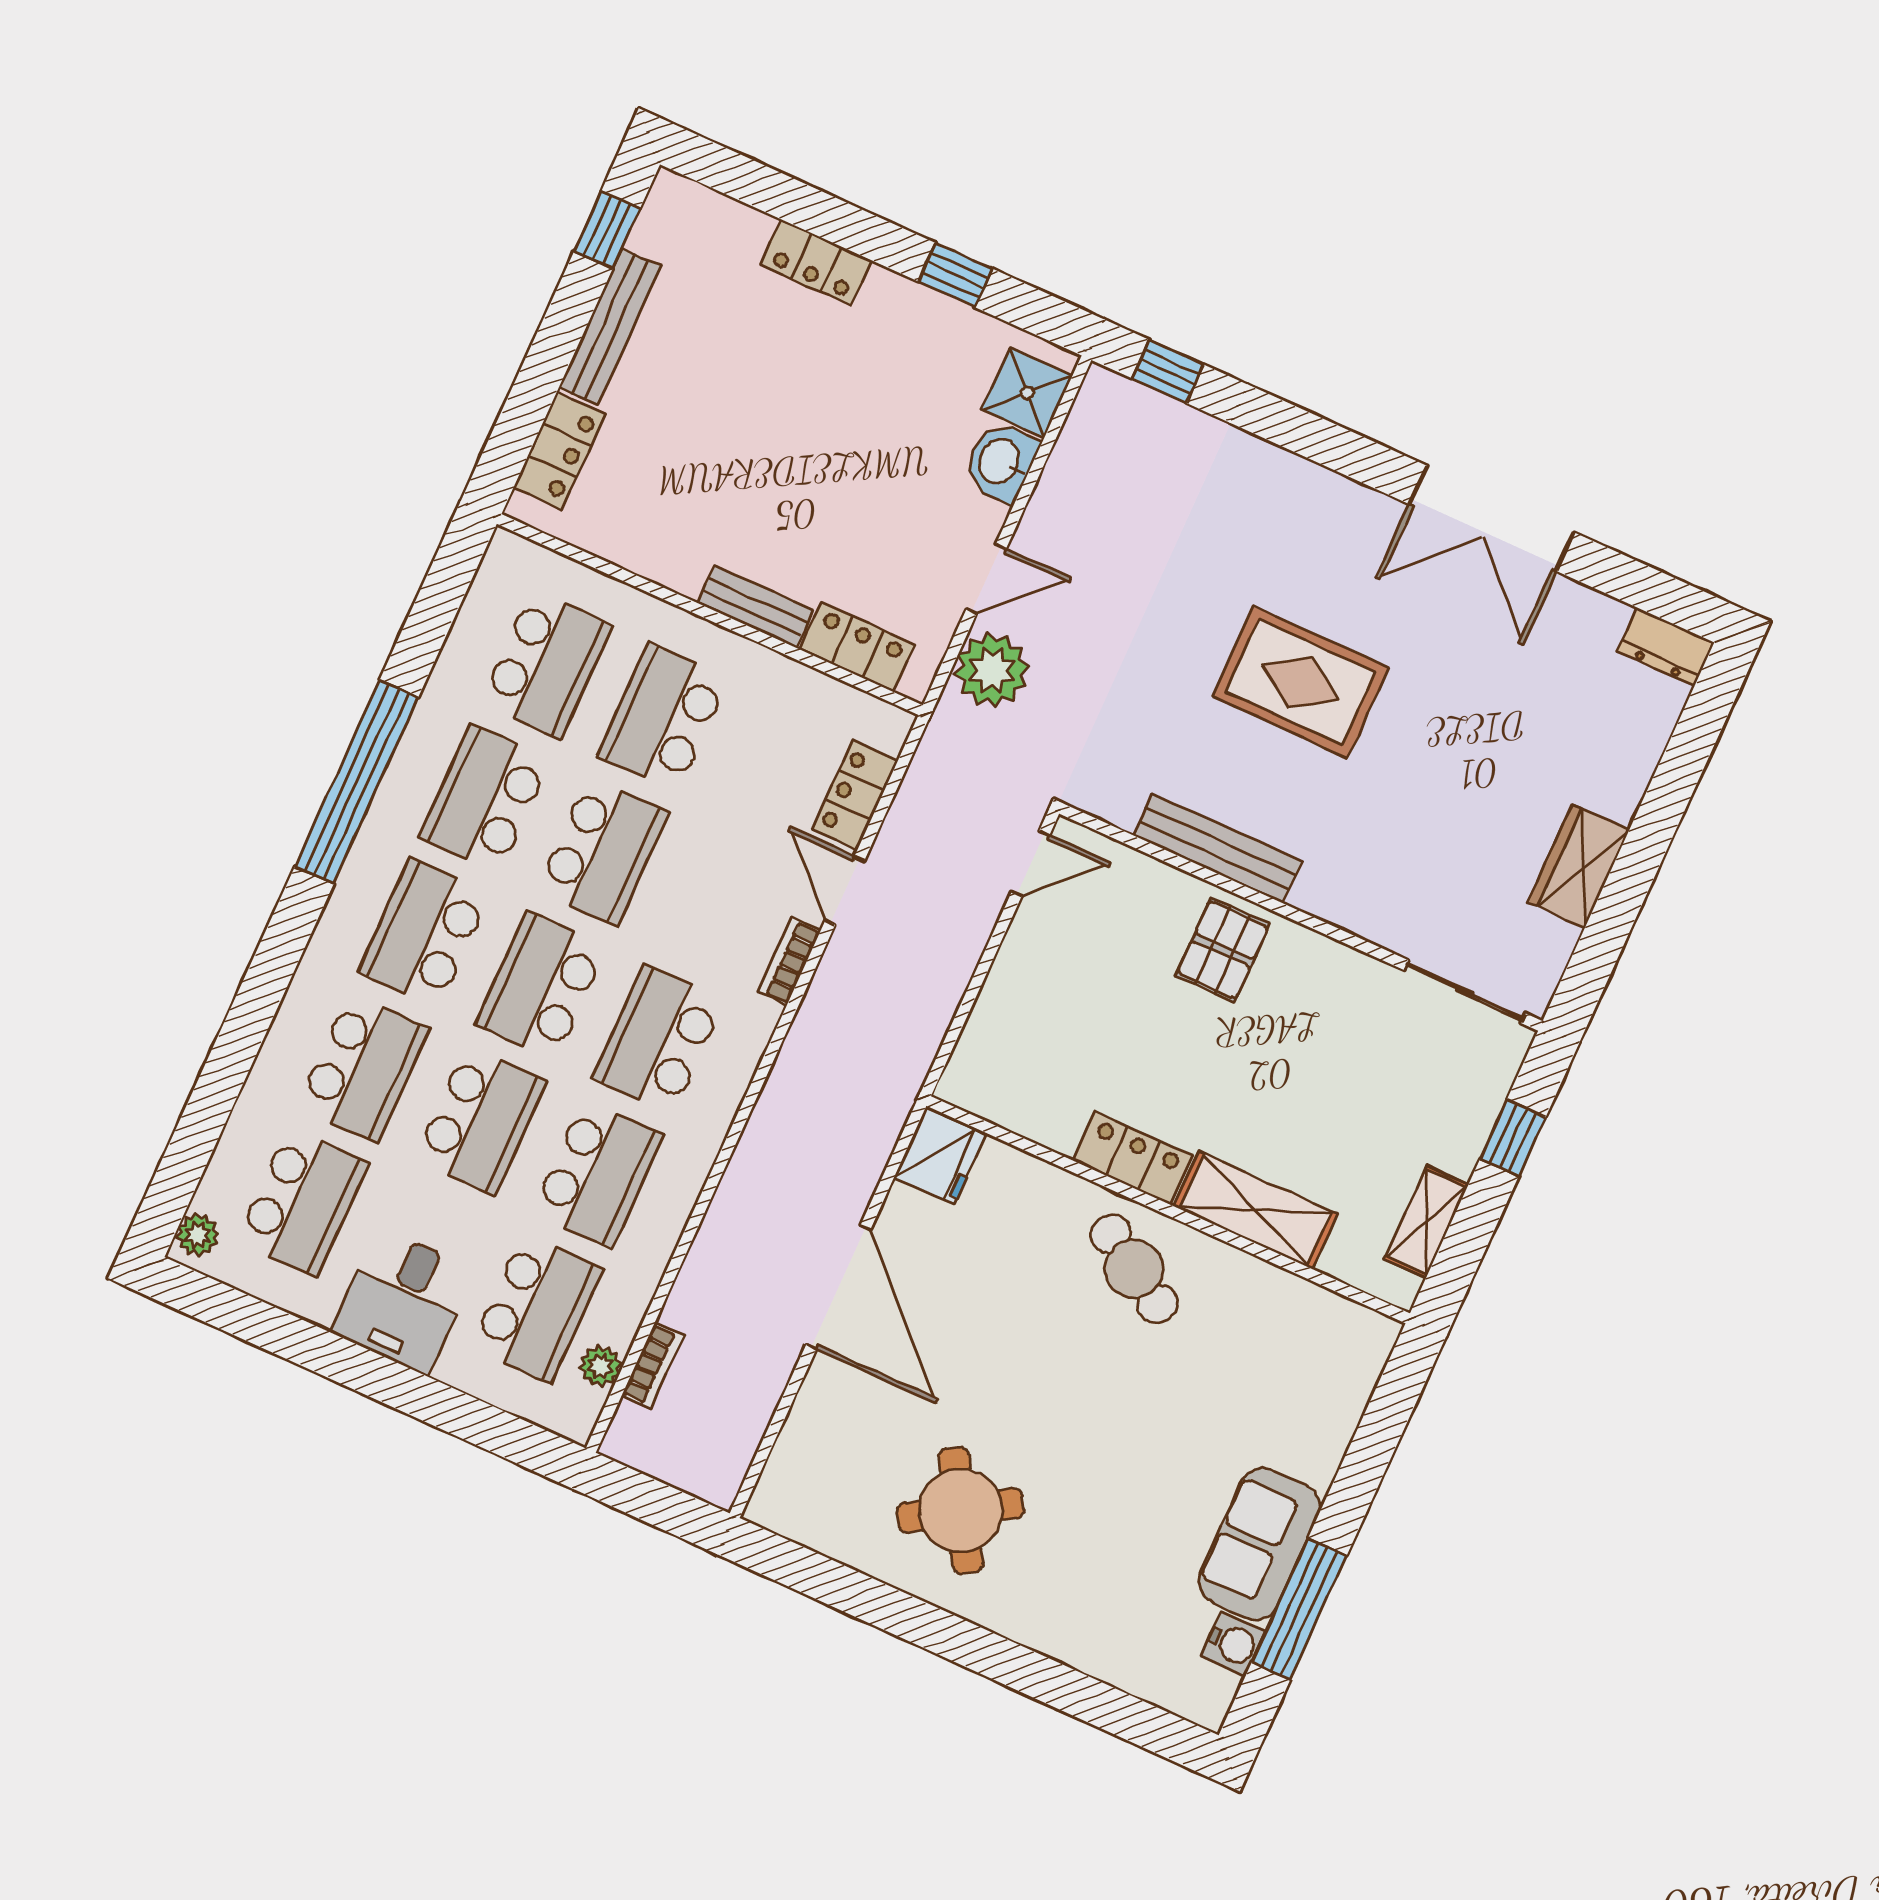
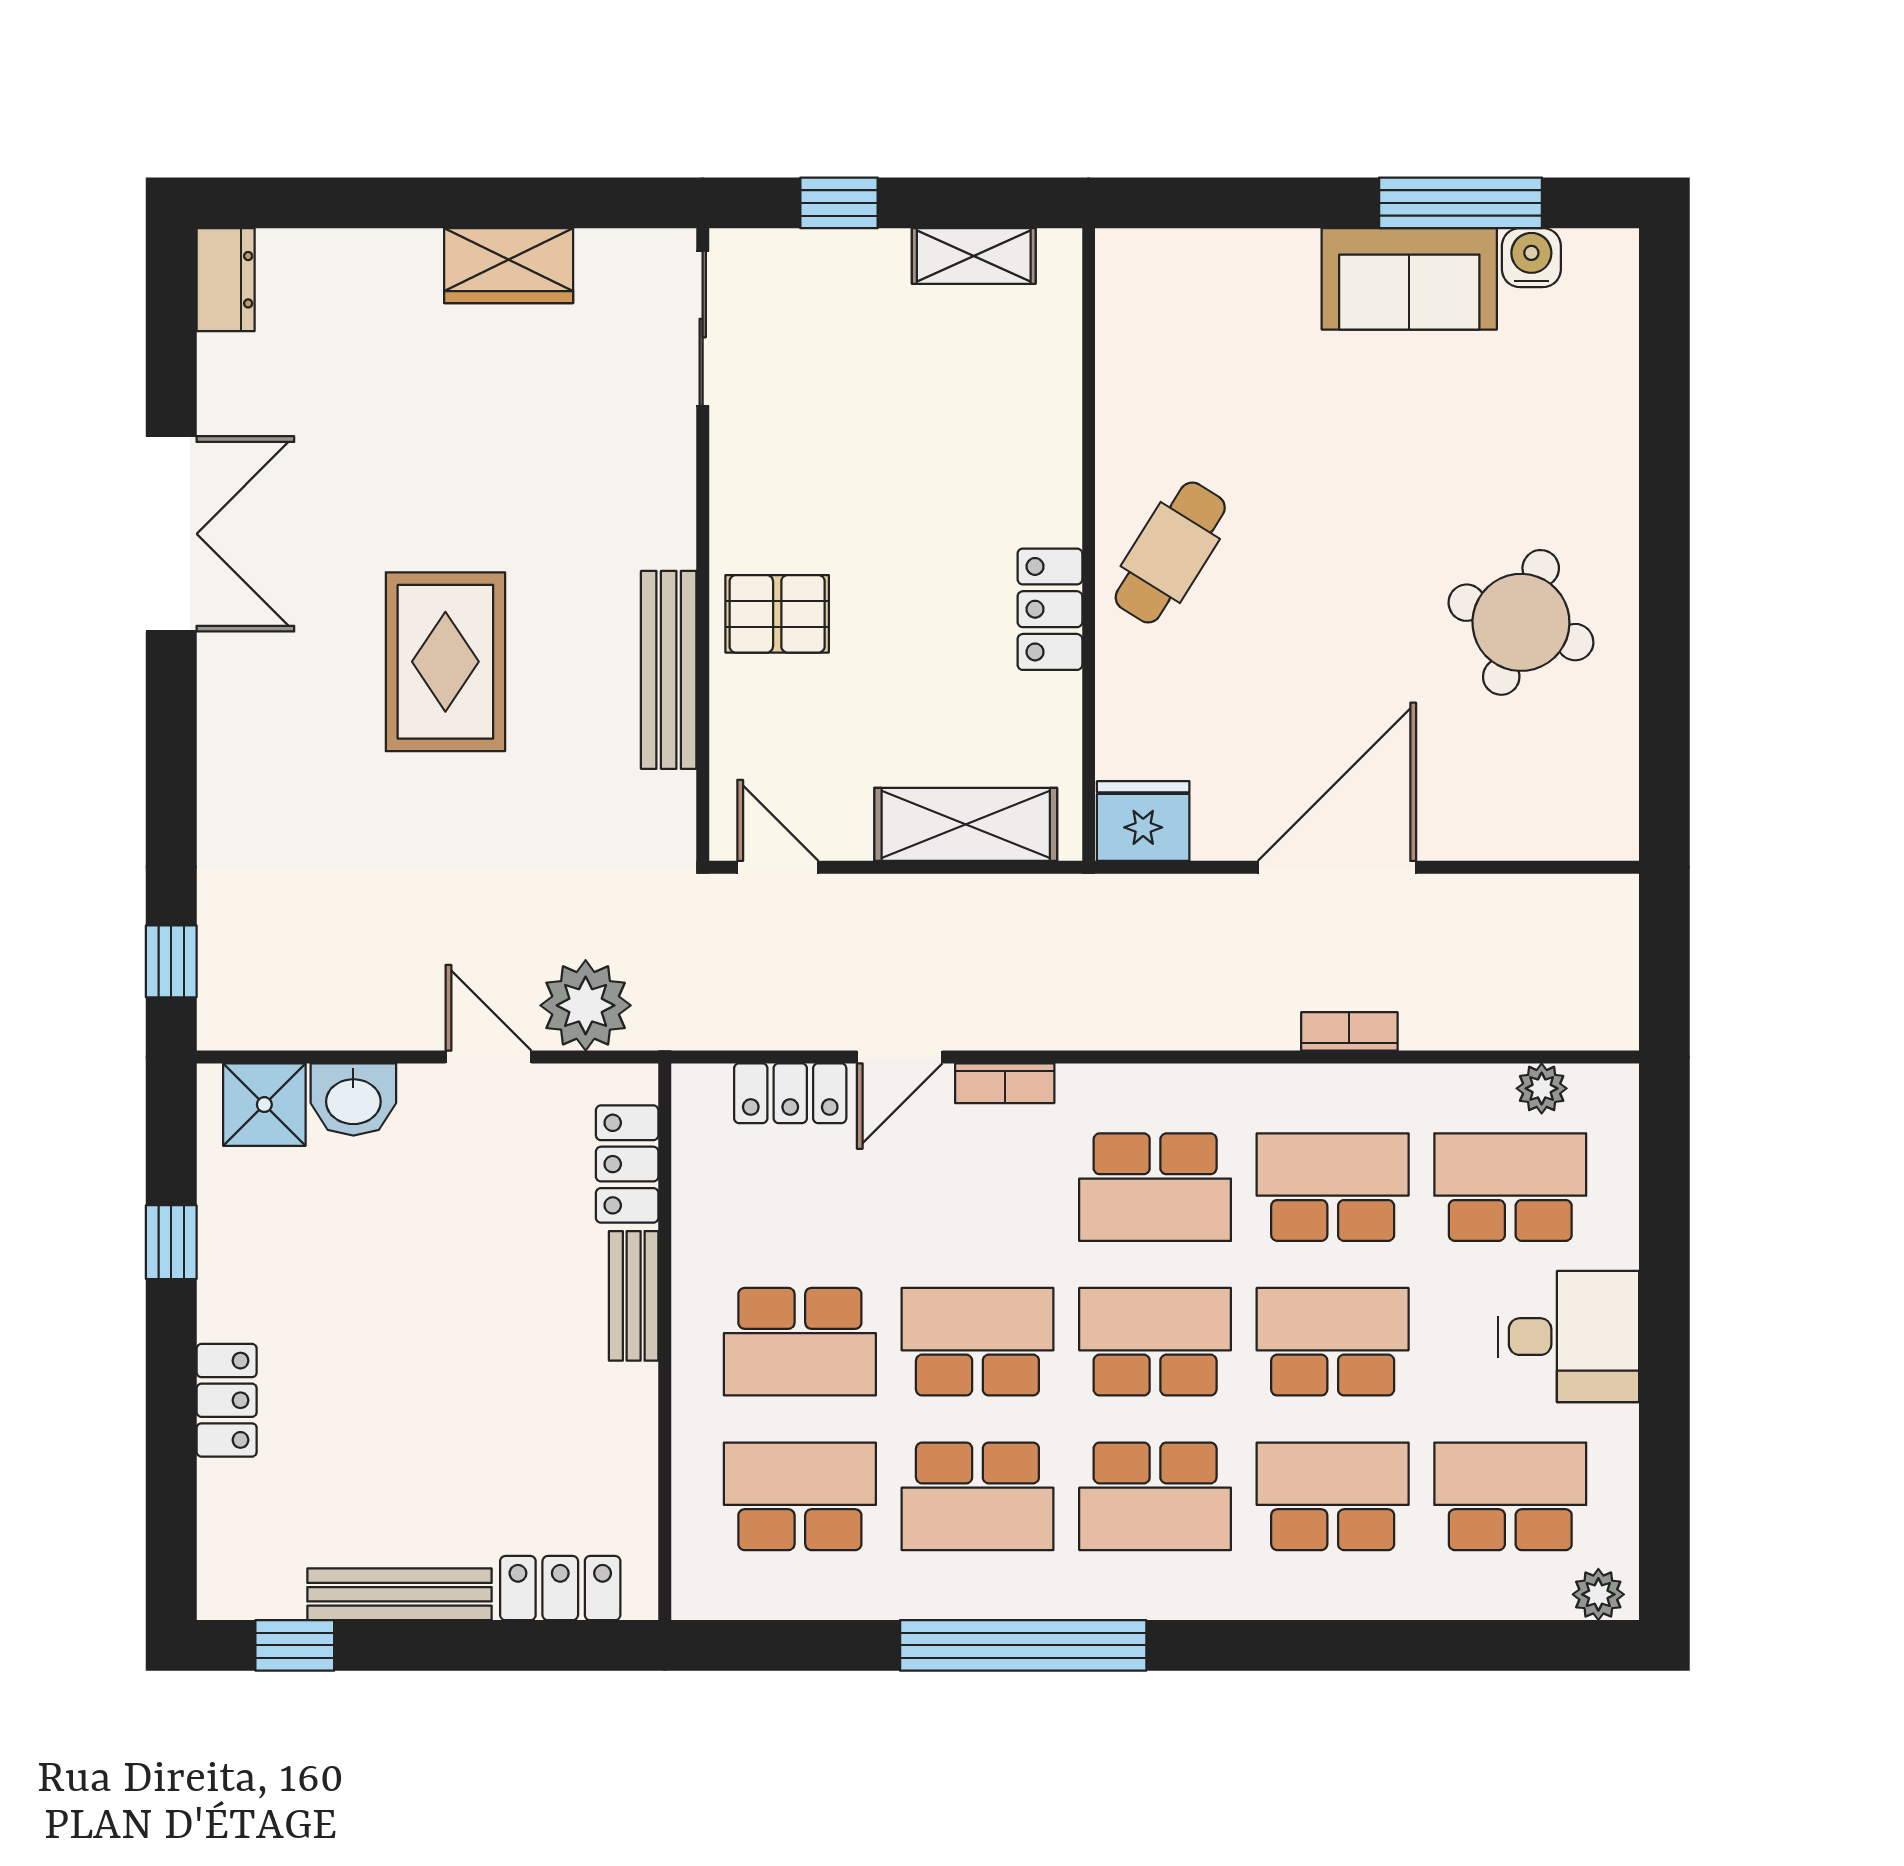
school desk: (541, 986) -> (1155, 1342), turned 180
shelving: (1256, 1210) -> (966, 824), moved, turned 90
bookcase: (653, 1366) -> (1349, 1031), moved
round table: (961, 1510) -> (1521, 622), turned -38

